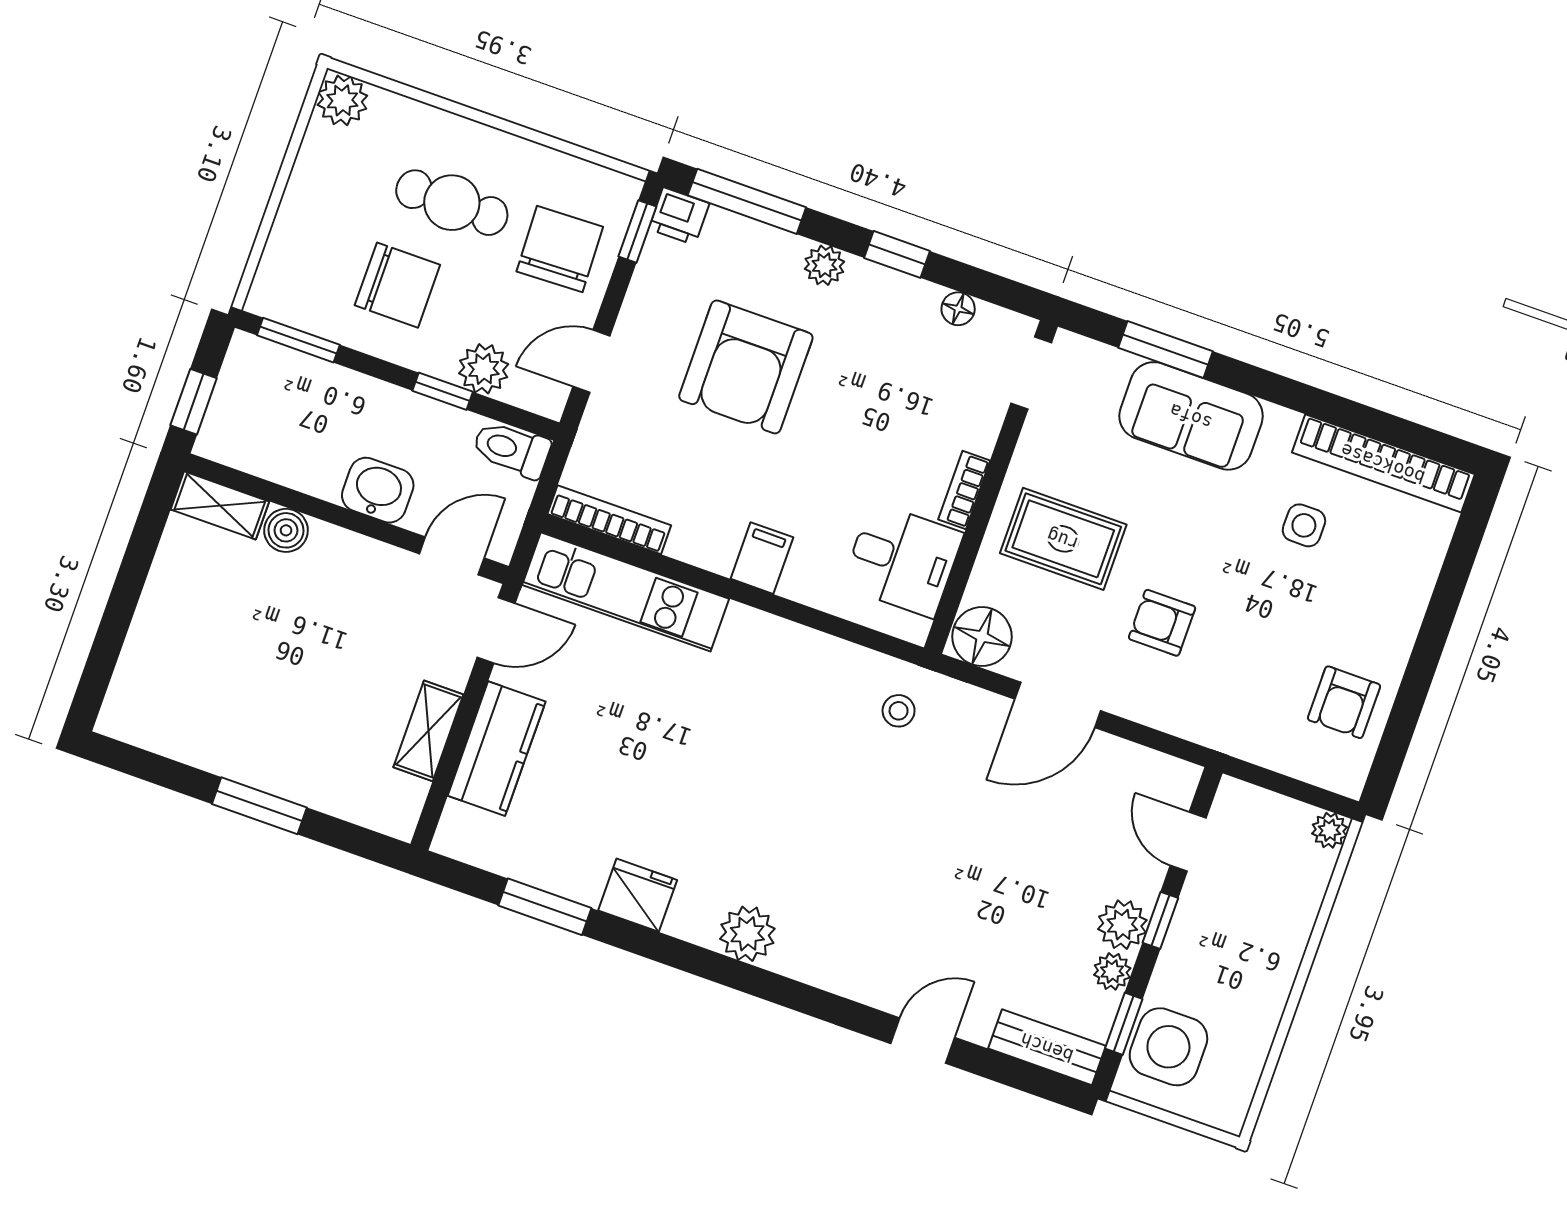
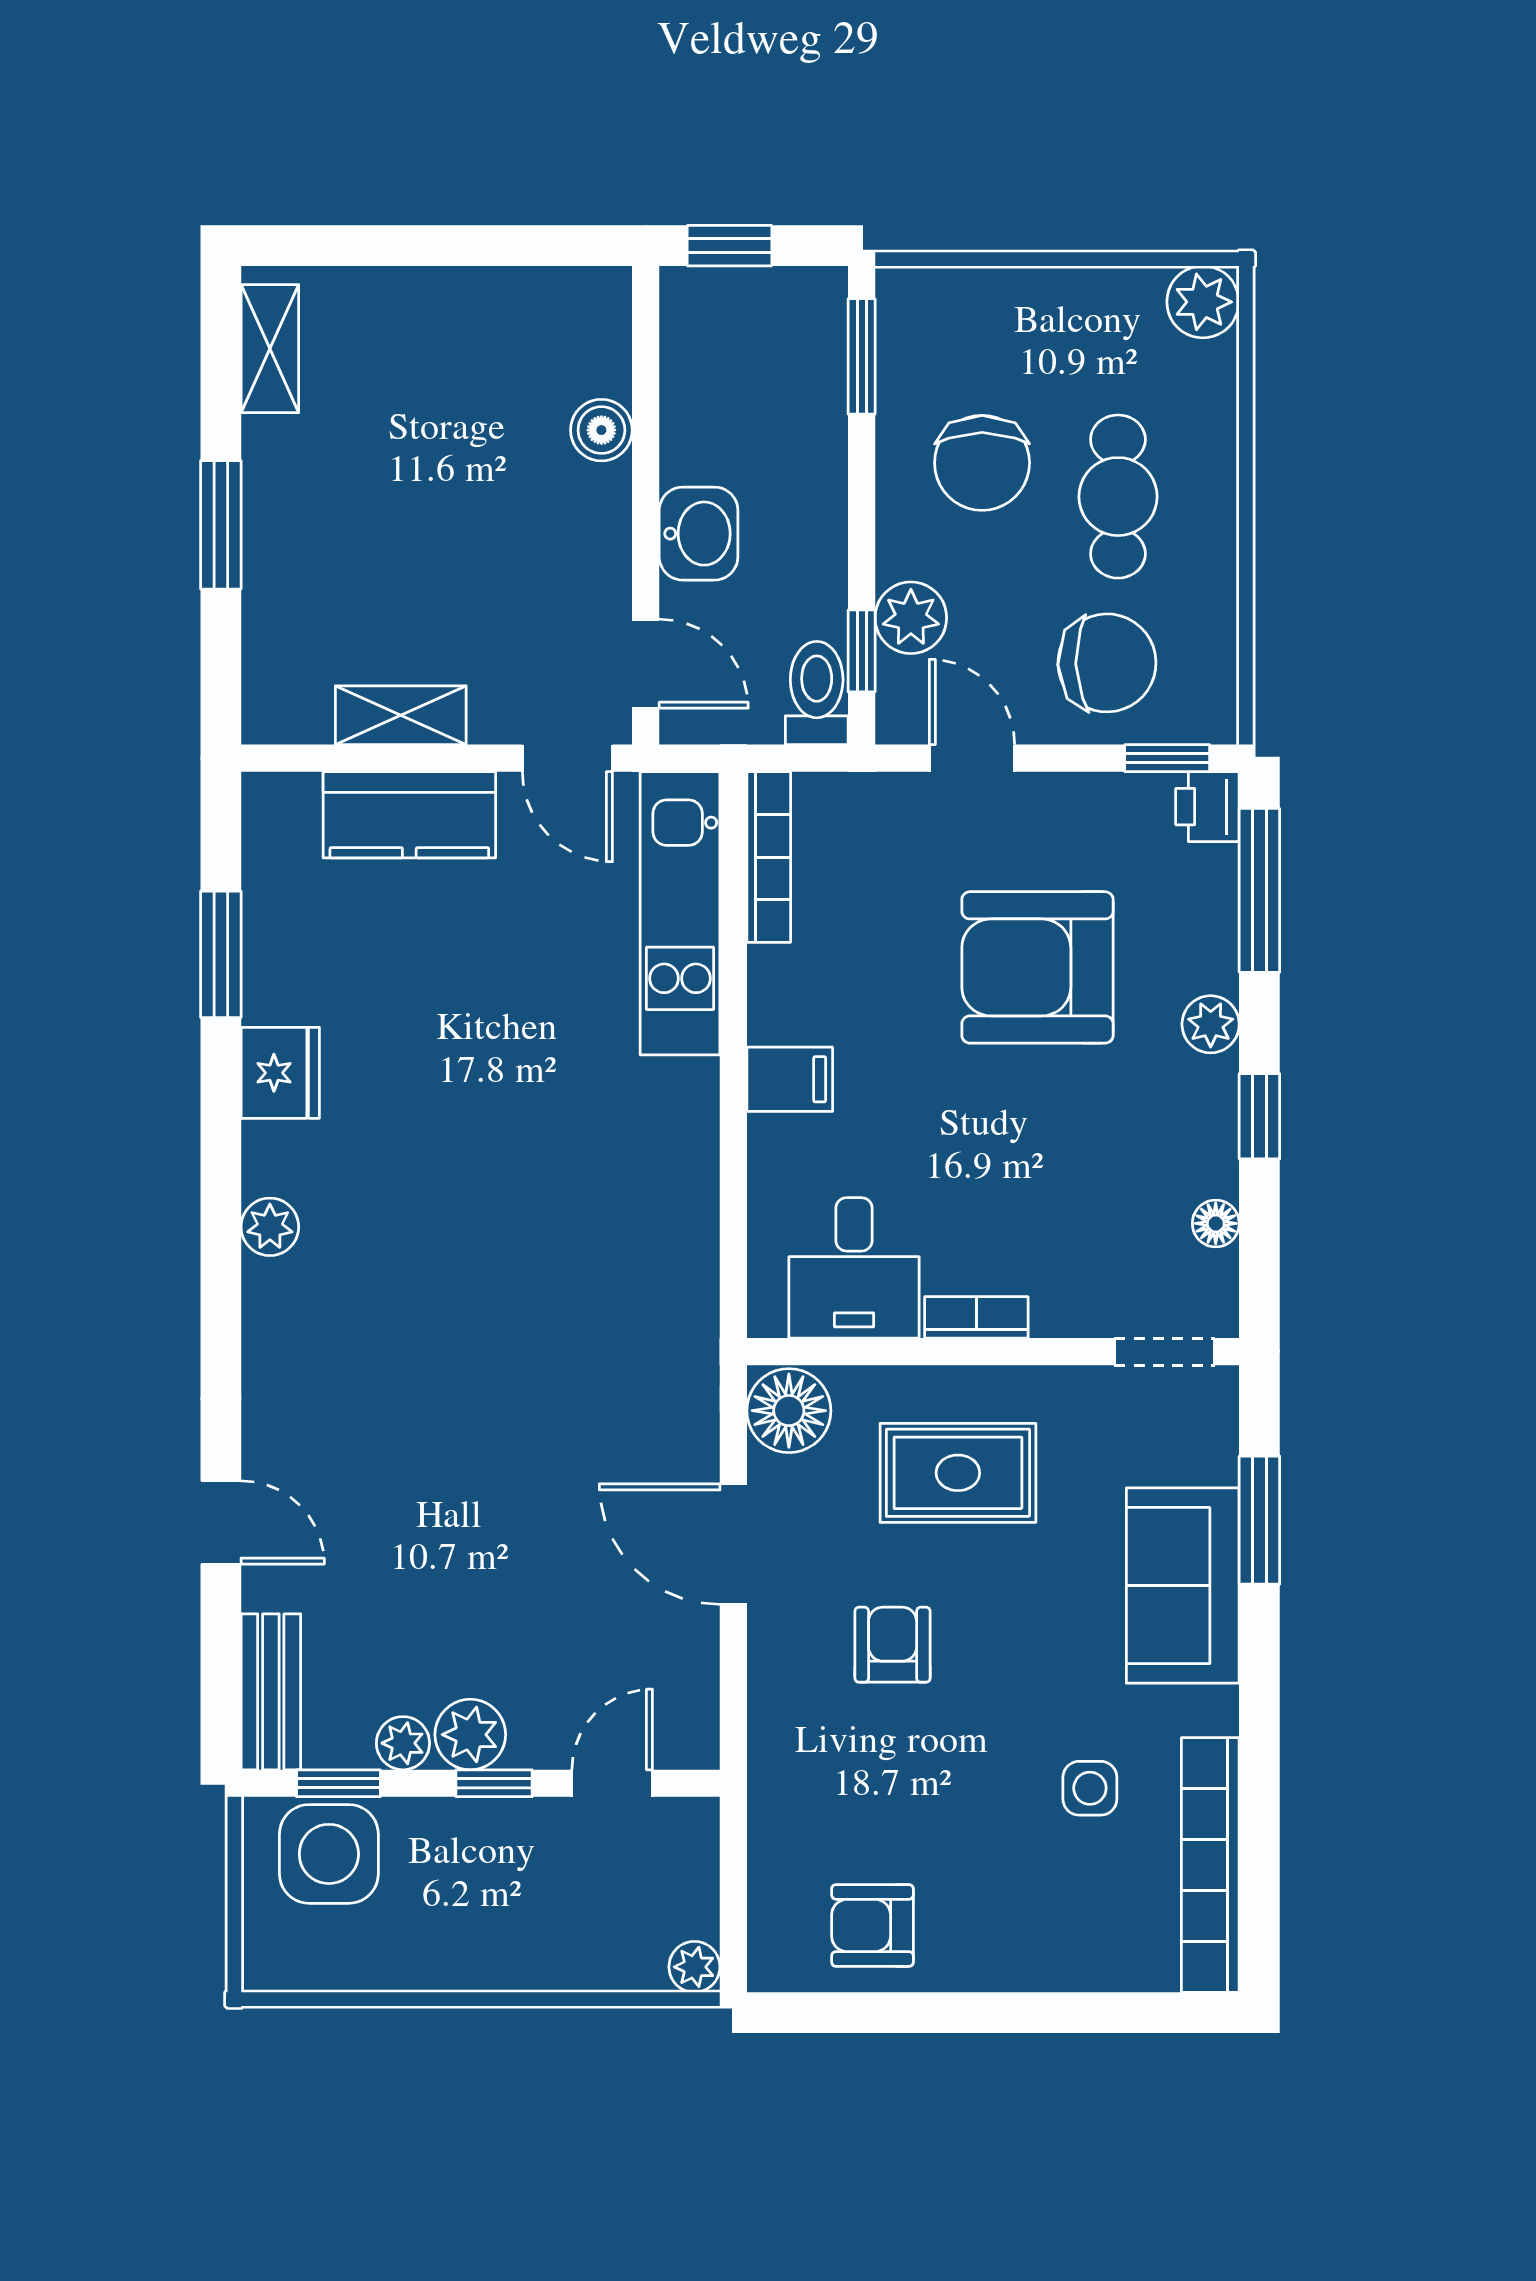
window: (443, 391) -> (862, 651), moved
shelving: (220, 505) -> (270, 349), moved
rug: (1063, 539) -> (958, 1473), turned 90
stool: (899, 711) -> (650, 1334), removed
plant: (747, 934) -> (270, 1227), width x0.73, depth x0.73

